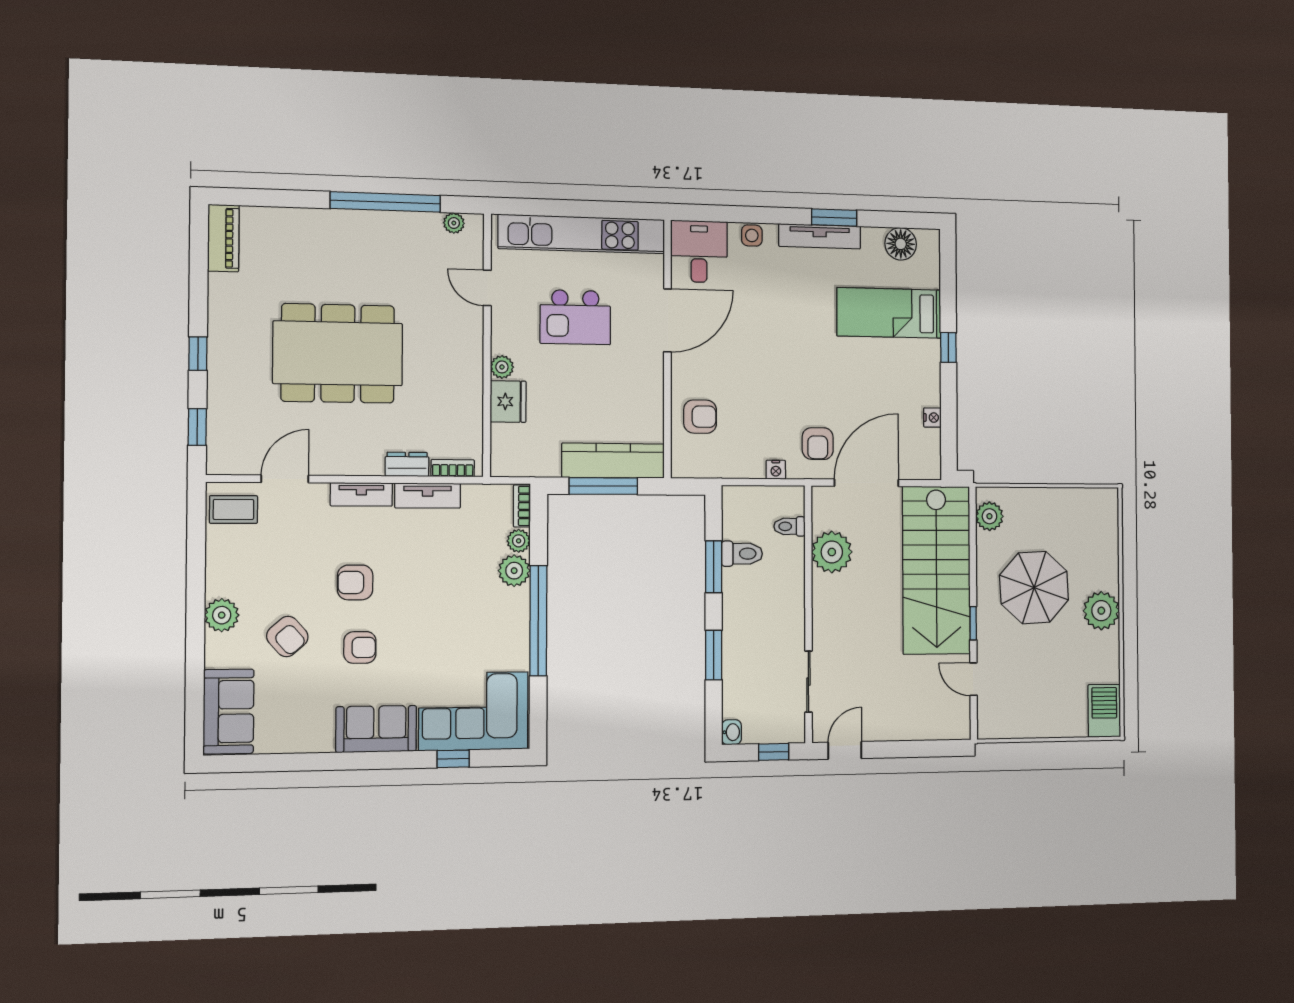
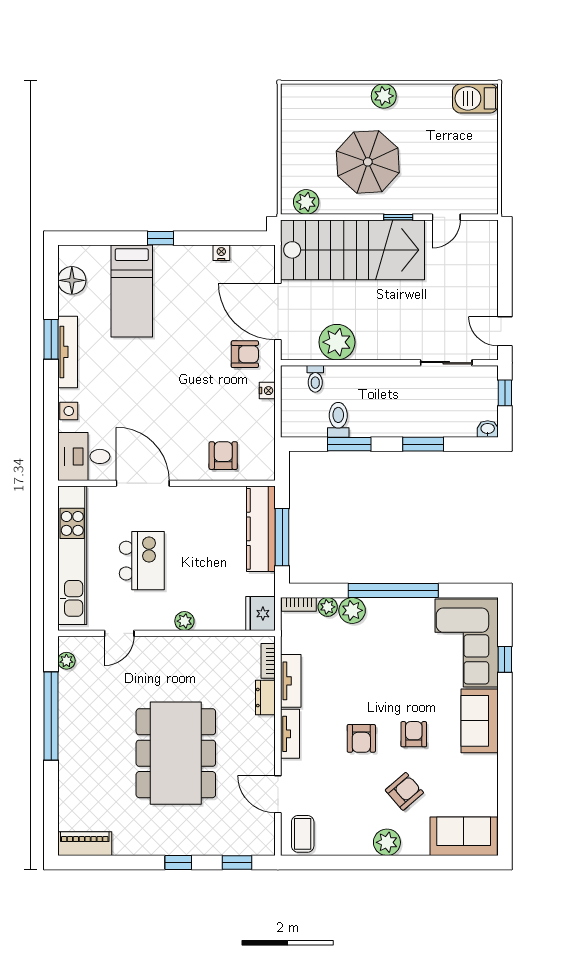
fridge: (508, 401) -> (261, 614), moved, turned -90
plant: (1101, 611) -> (384, 96), width x0.73, depth x0.73

